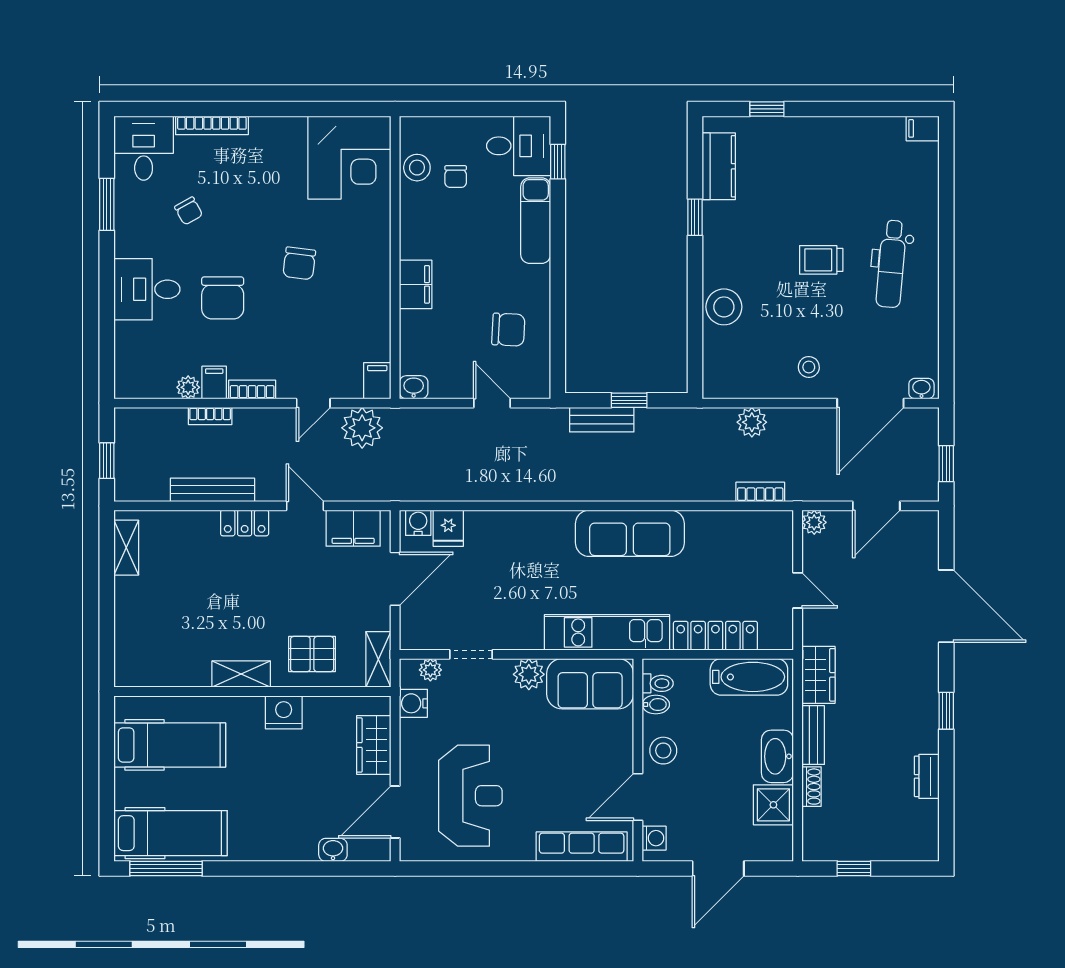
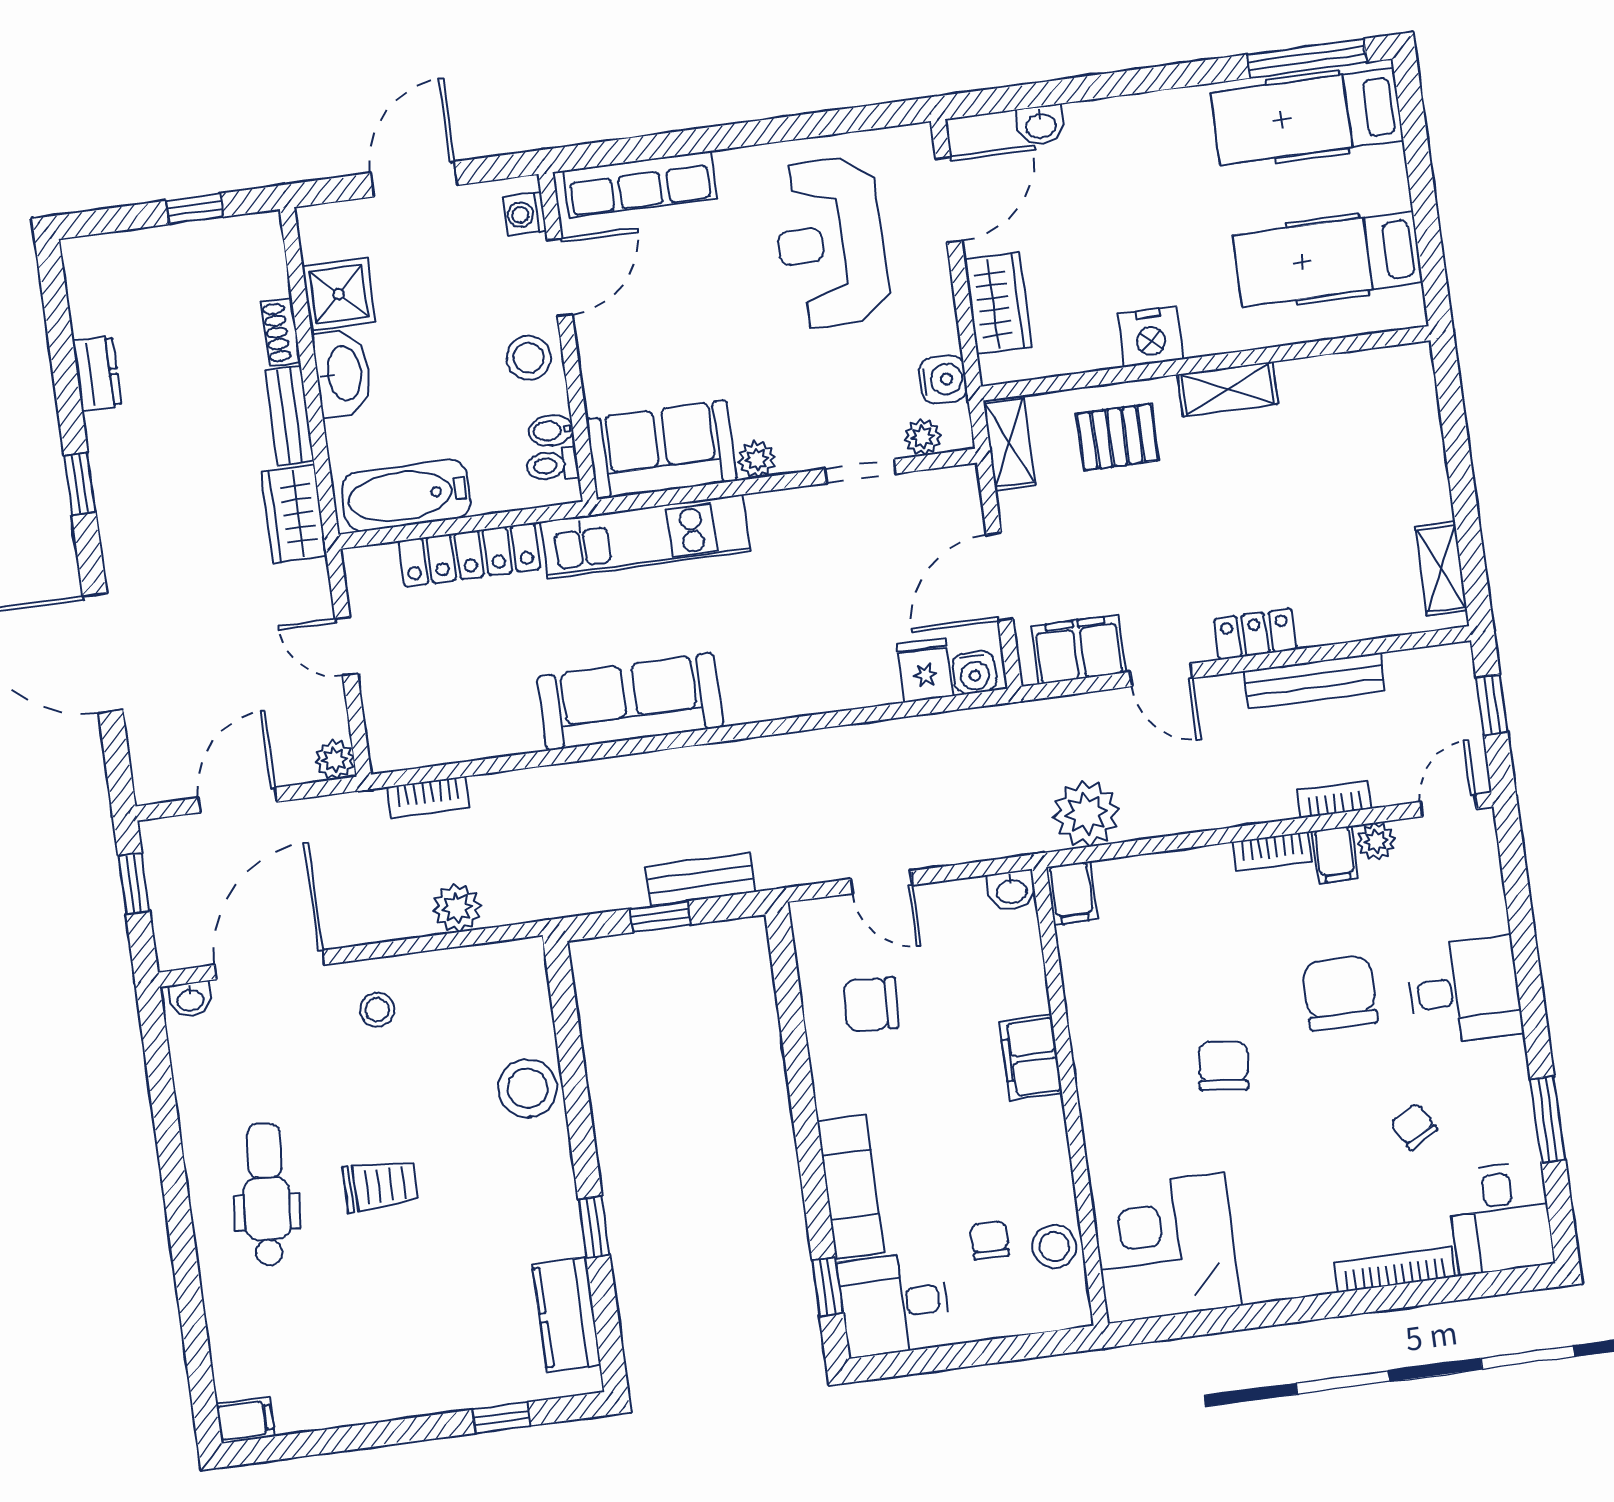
door: (313, 403) -> (1448, 805), moved
plant: (529, 674) -> (757, 460), width x0.73, depth x0.73

